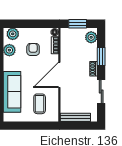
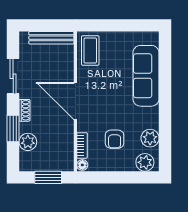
plant: (91, 37) -> (28, 142), moved
door: (59, 75) -> (75, 101), swing flipped
coffee table: (40, 104) -> (90, 50), moved

